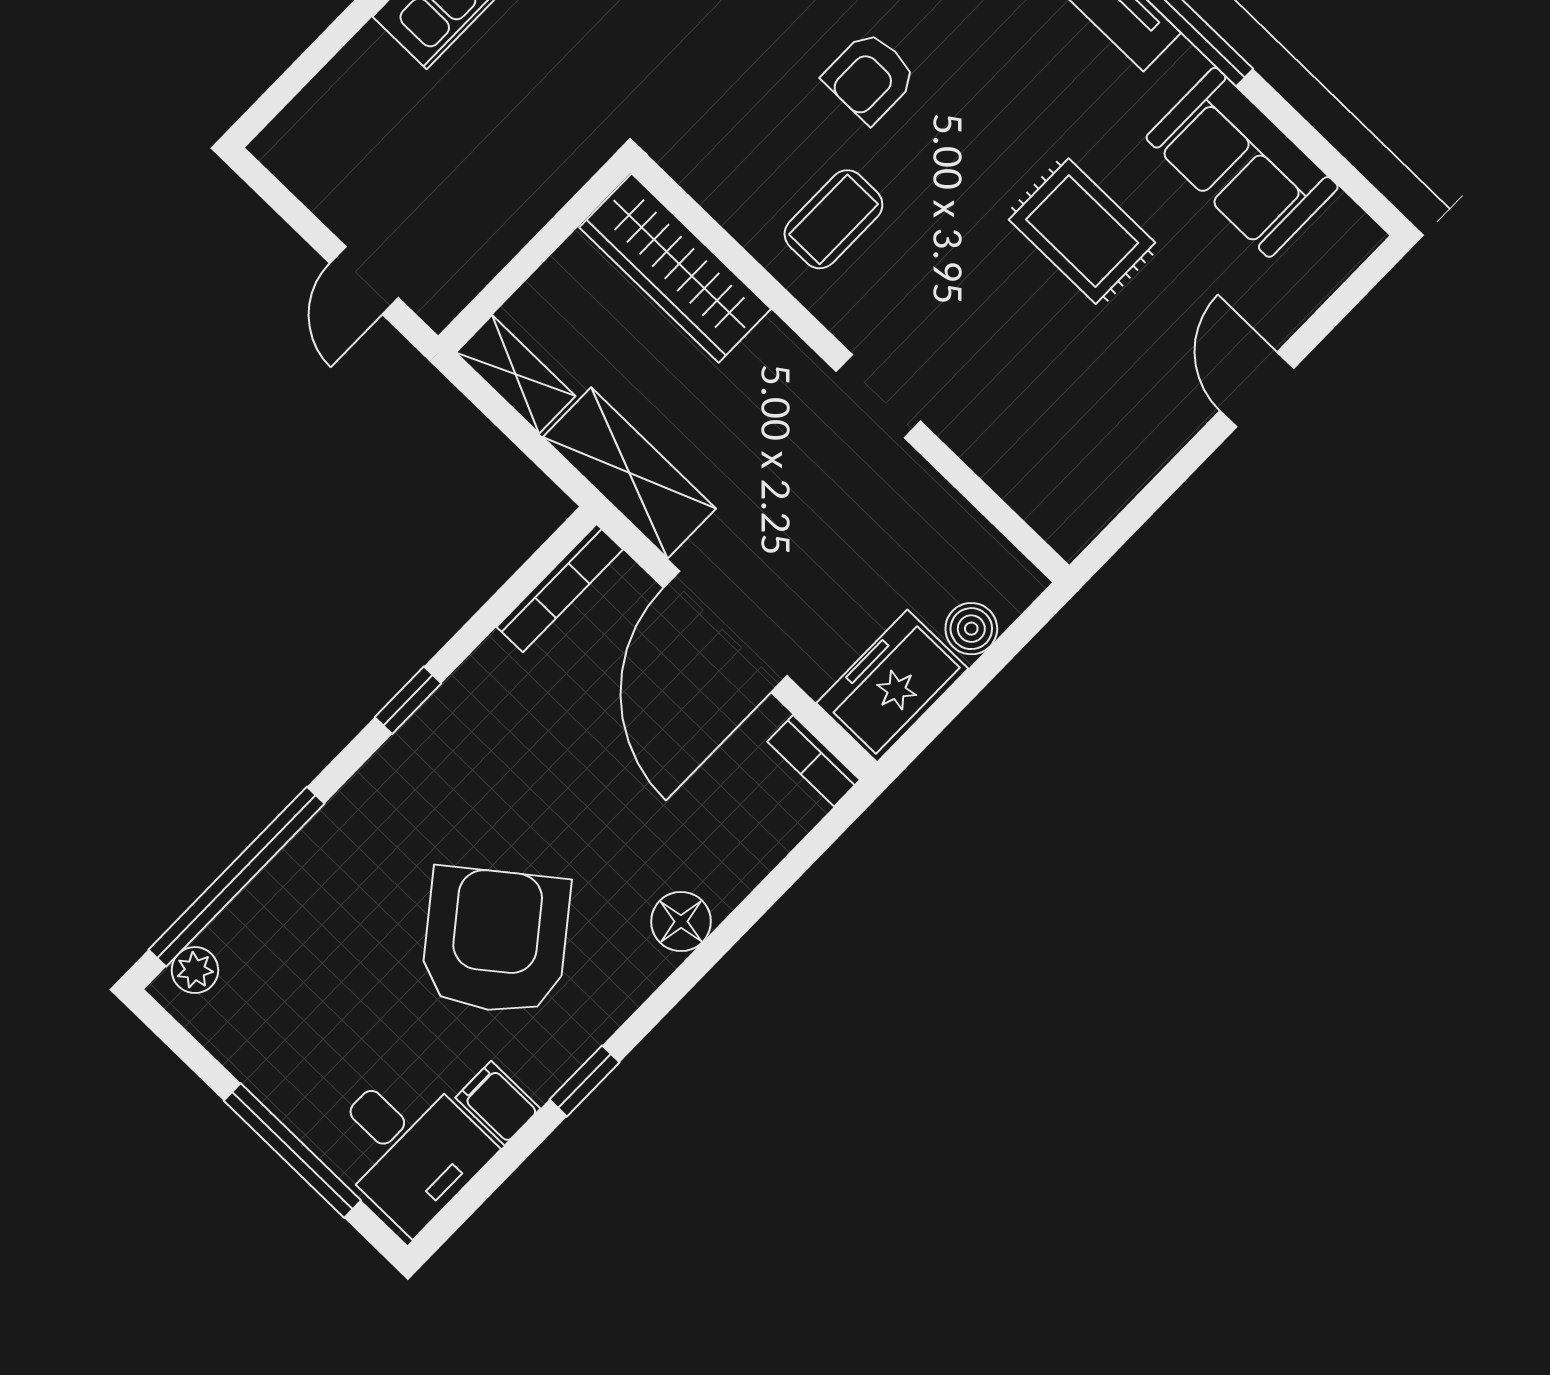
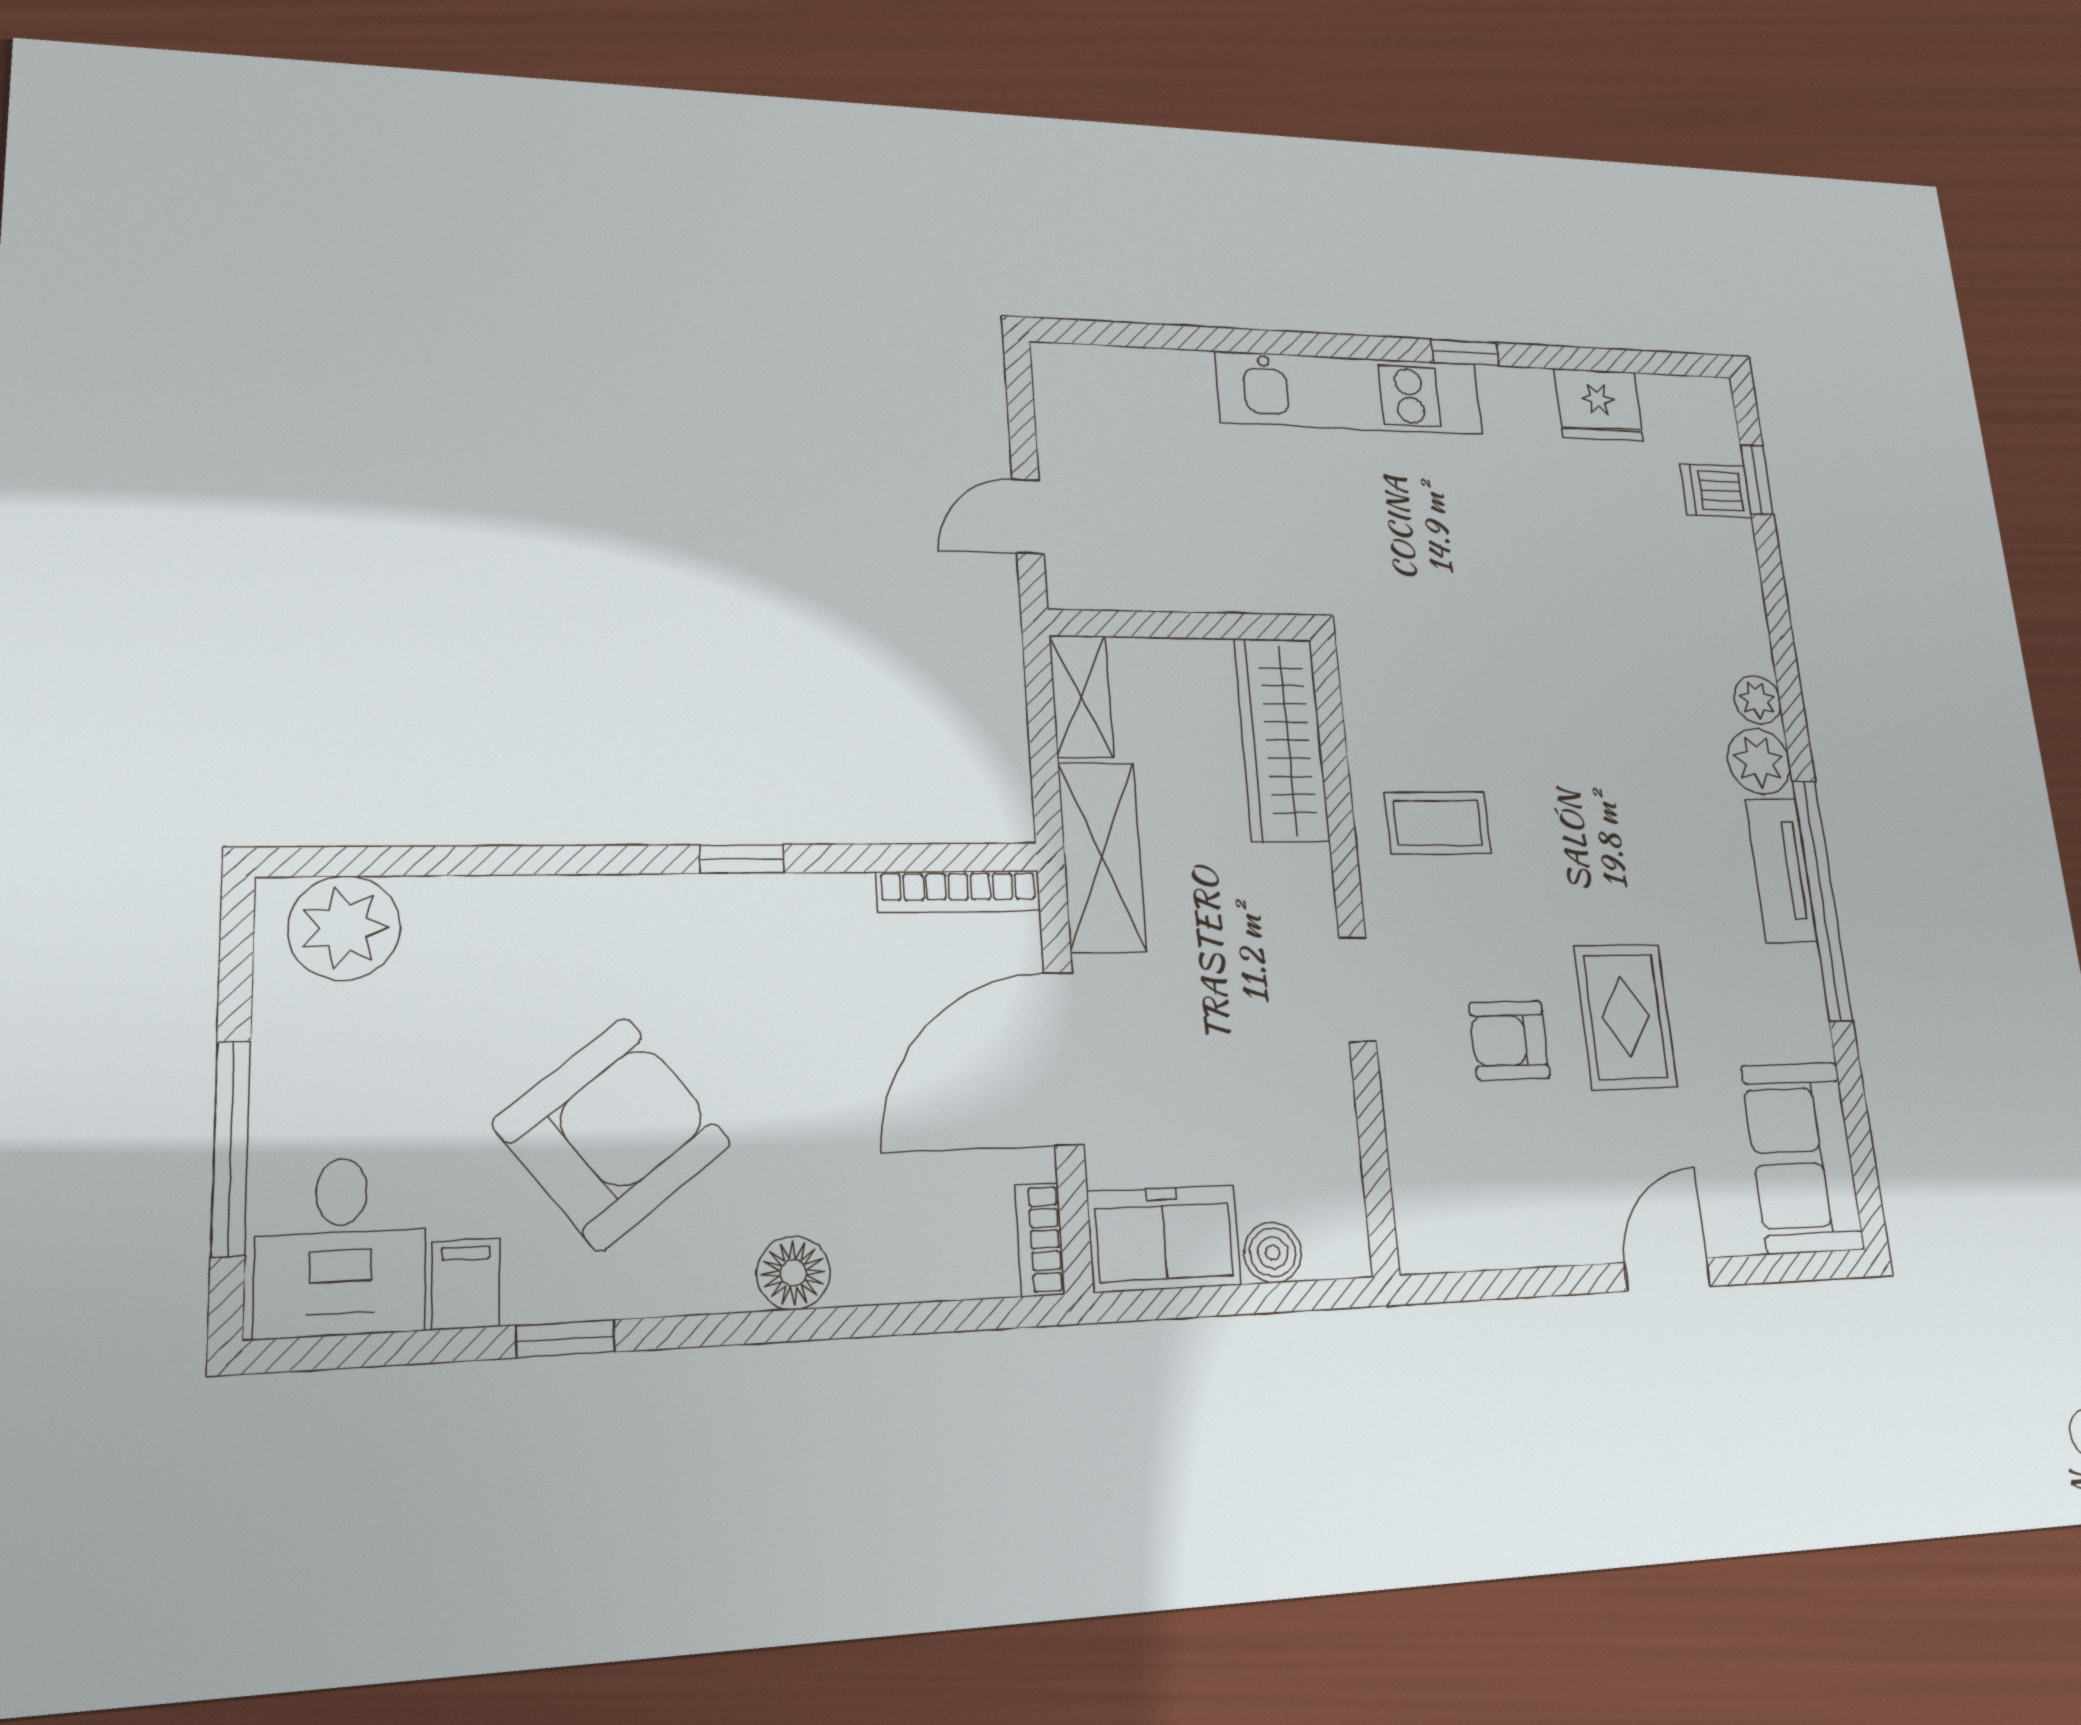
armchair: (870, 77) -> (1509, 1040), moved
sofa: (1242, 162) -> (1802, 1157), moved
window: (236, 877) -> (442, 861), removed
plant: (195, 970) -> (344, 928), width x1.87, depth x1.87

